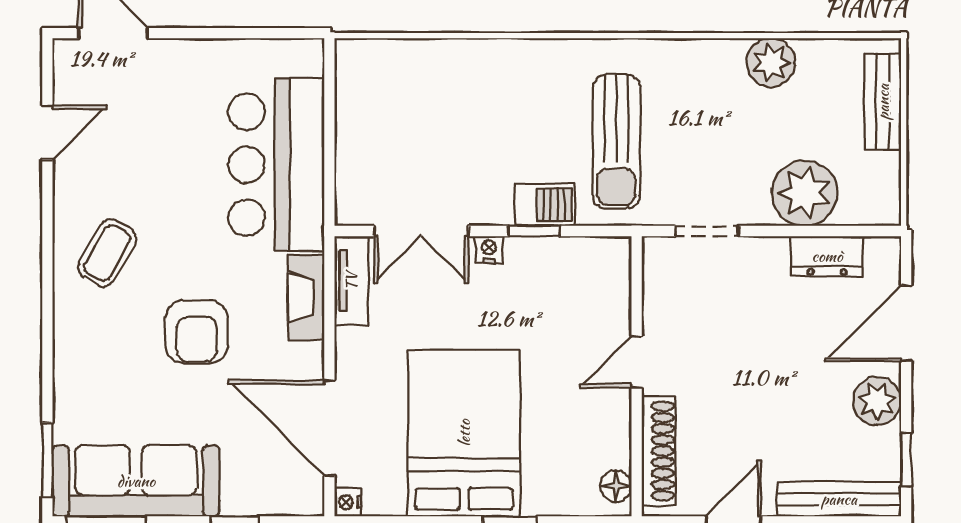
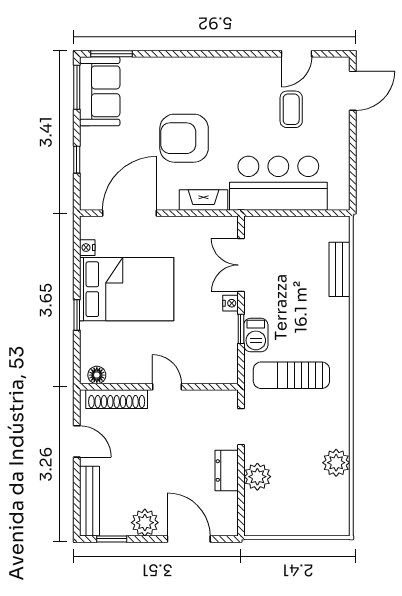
bench: (883, 102) -> (339, 269), moved, turned 90
door: (47, 133) -> (296, 54), hinge flipped
plant: (805, 193) -> (257, 477), width x0.73, depth x0.73
coffee table: (107, 253) -> (291, 109), moved, turned 60
dresser: (827, 256) -> (227, 471), moved
tv unit: (351, 281) -> (213, 226), removed
armchair: (197, 332) -> (184, 138), width x1.36, depth x1.36
sofa: (136, 481) -> (100, 91), width x0.73
nightstand: (348, 502) -> (87, 248), moved, turned -90

